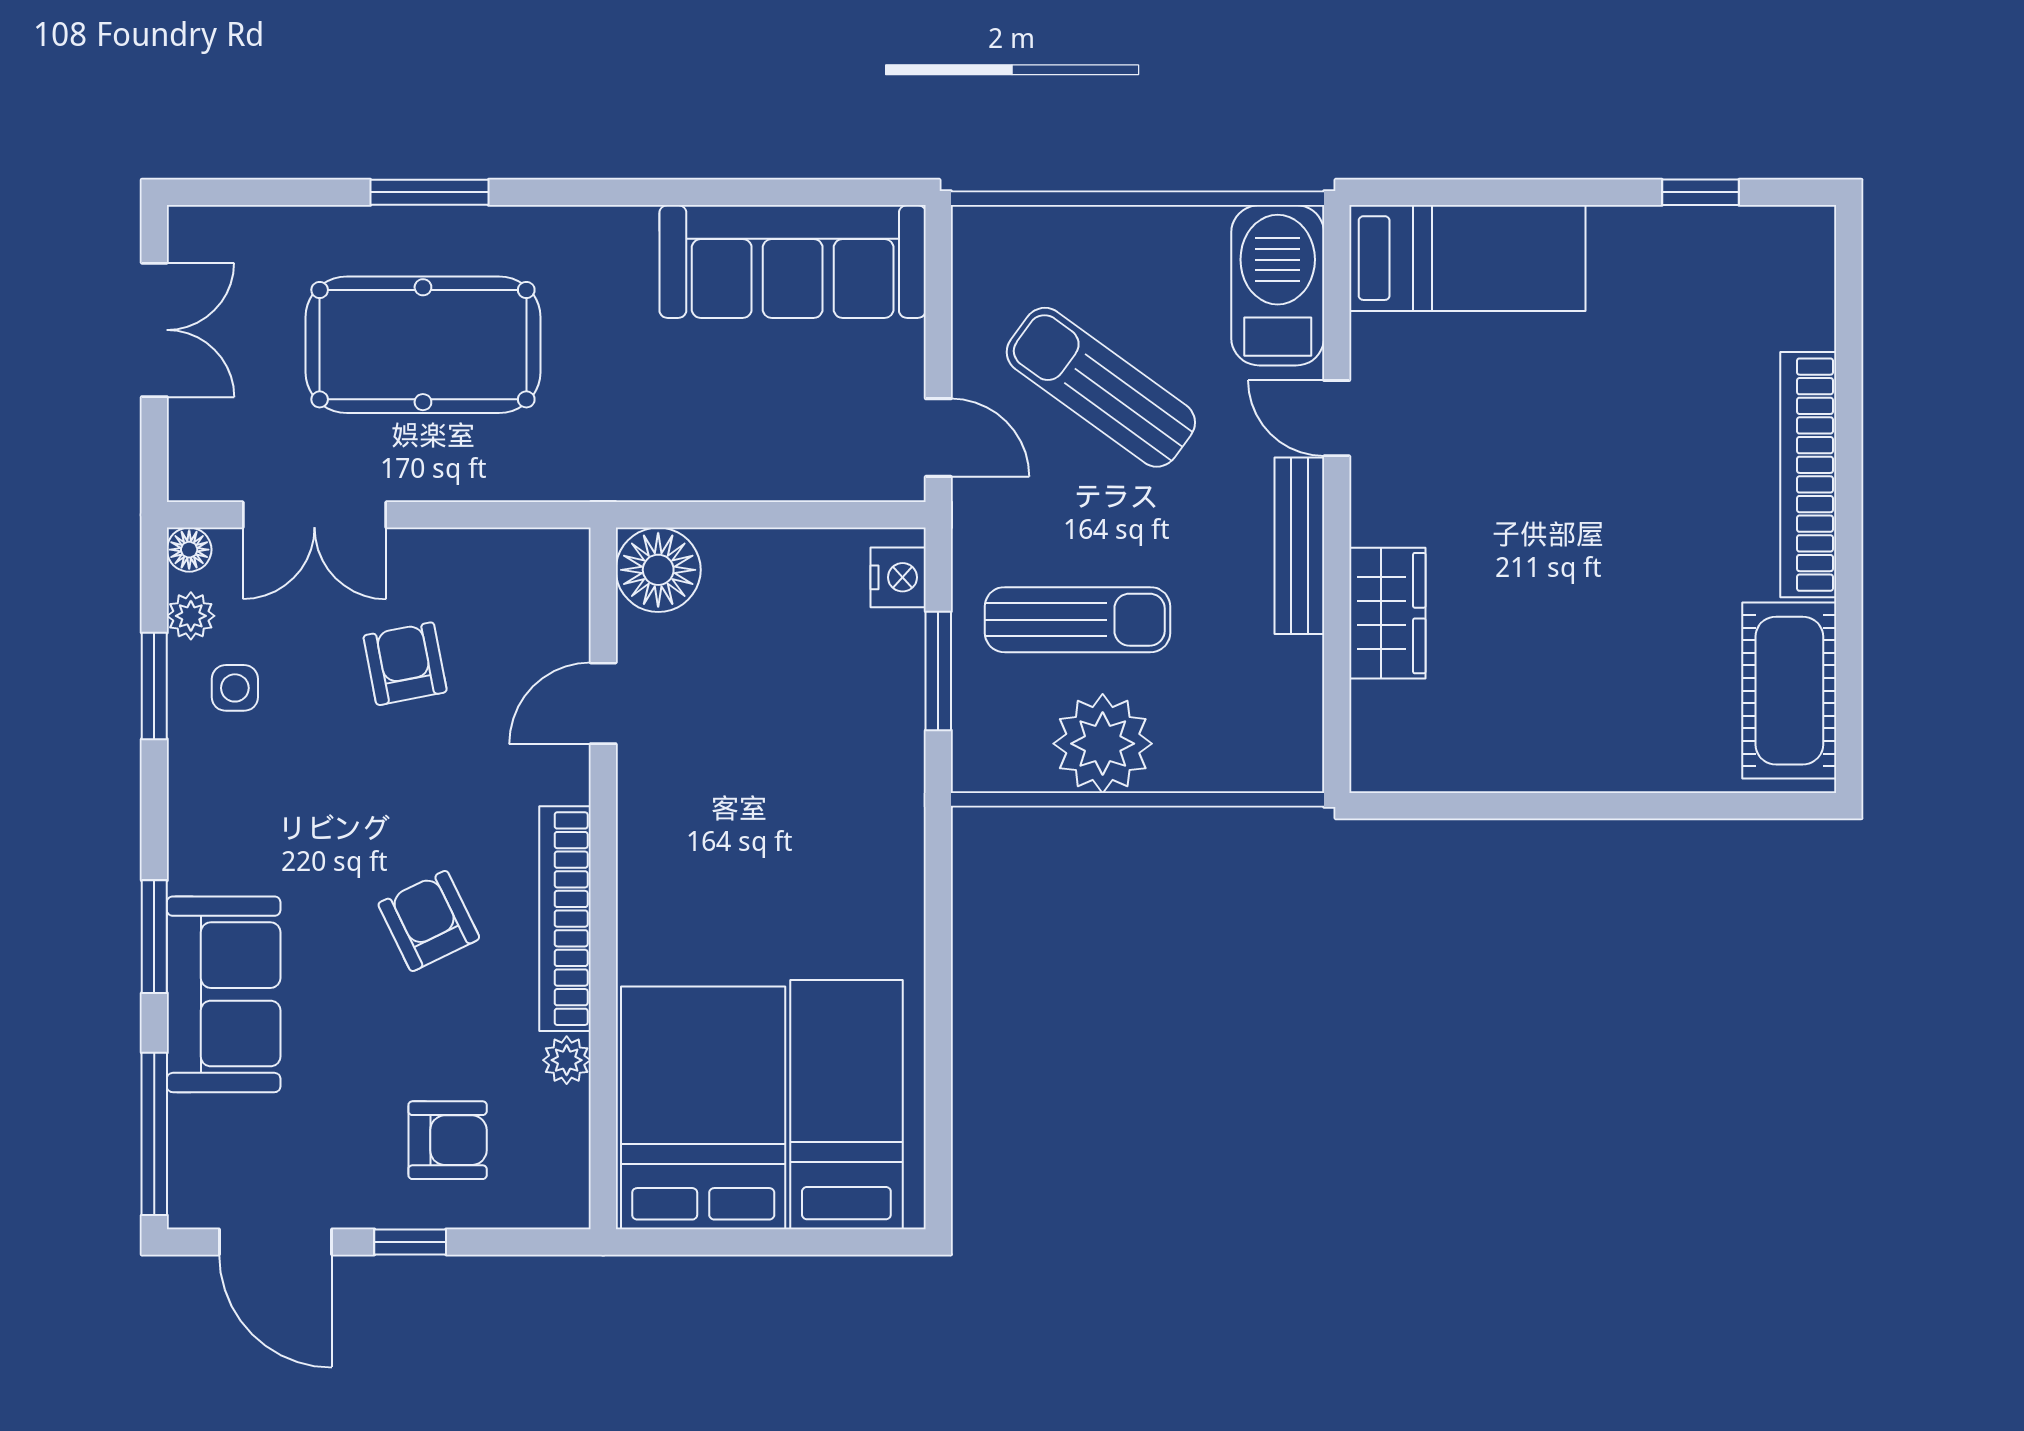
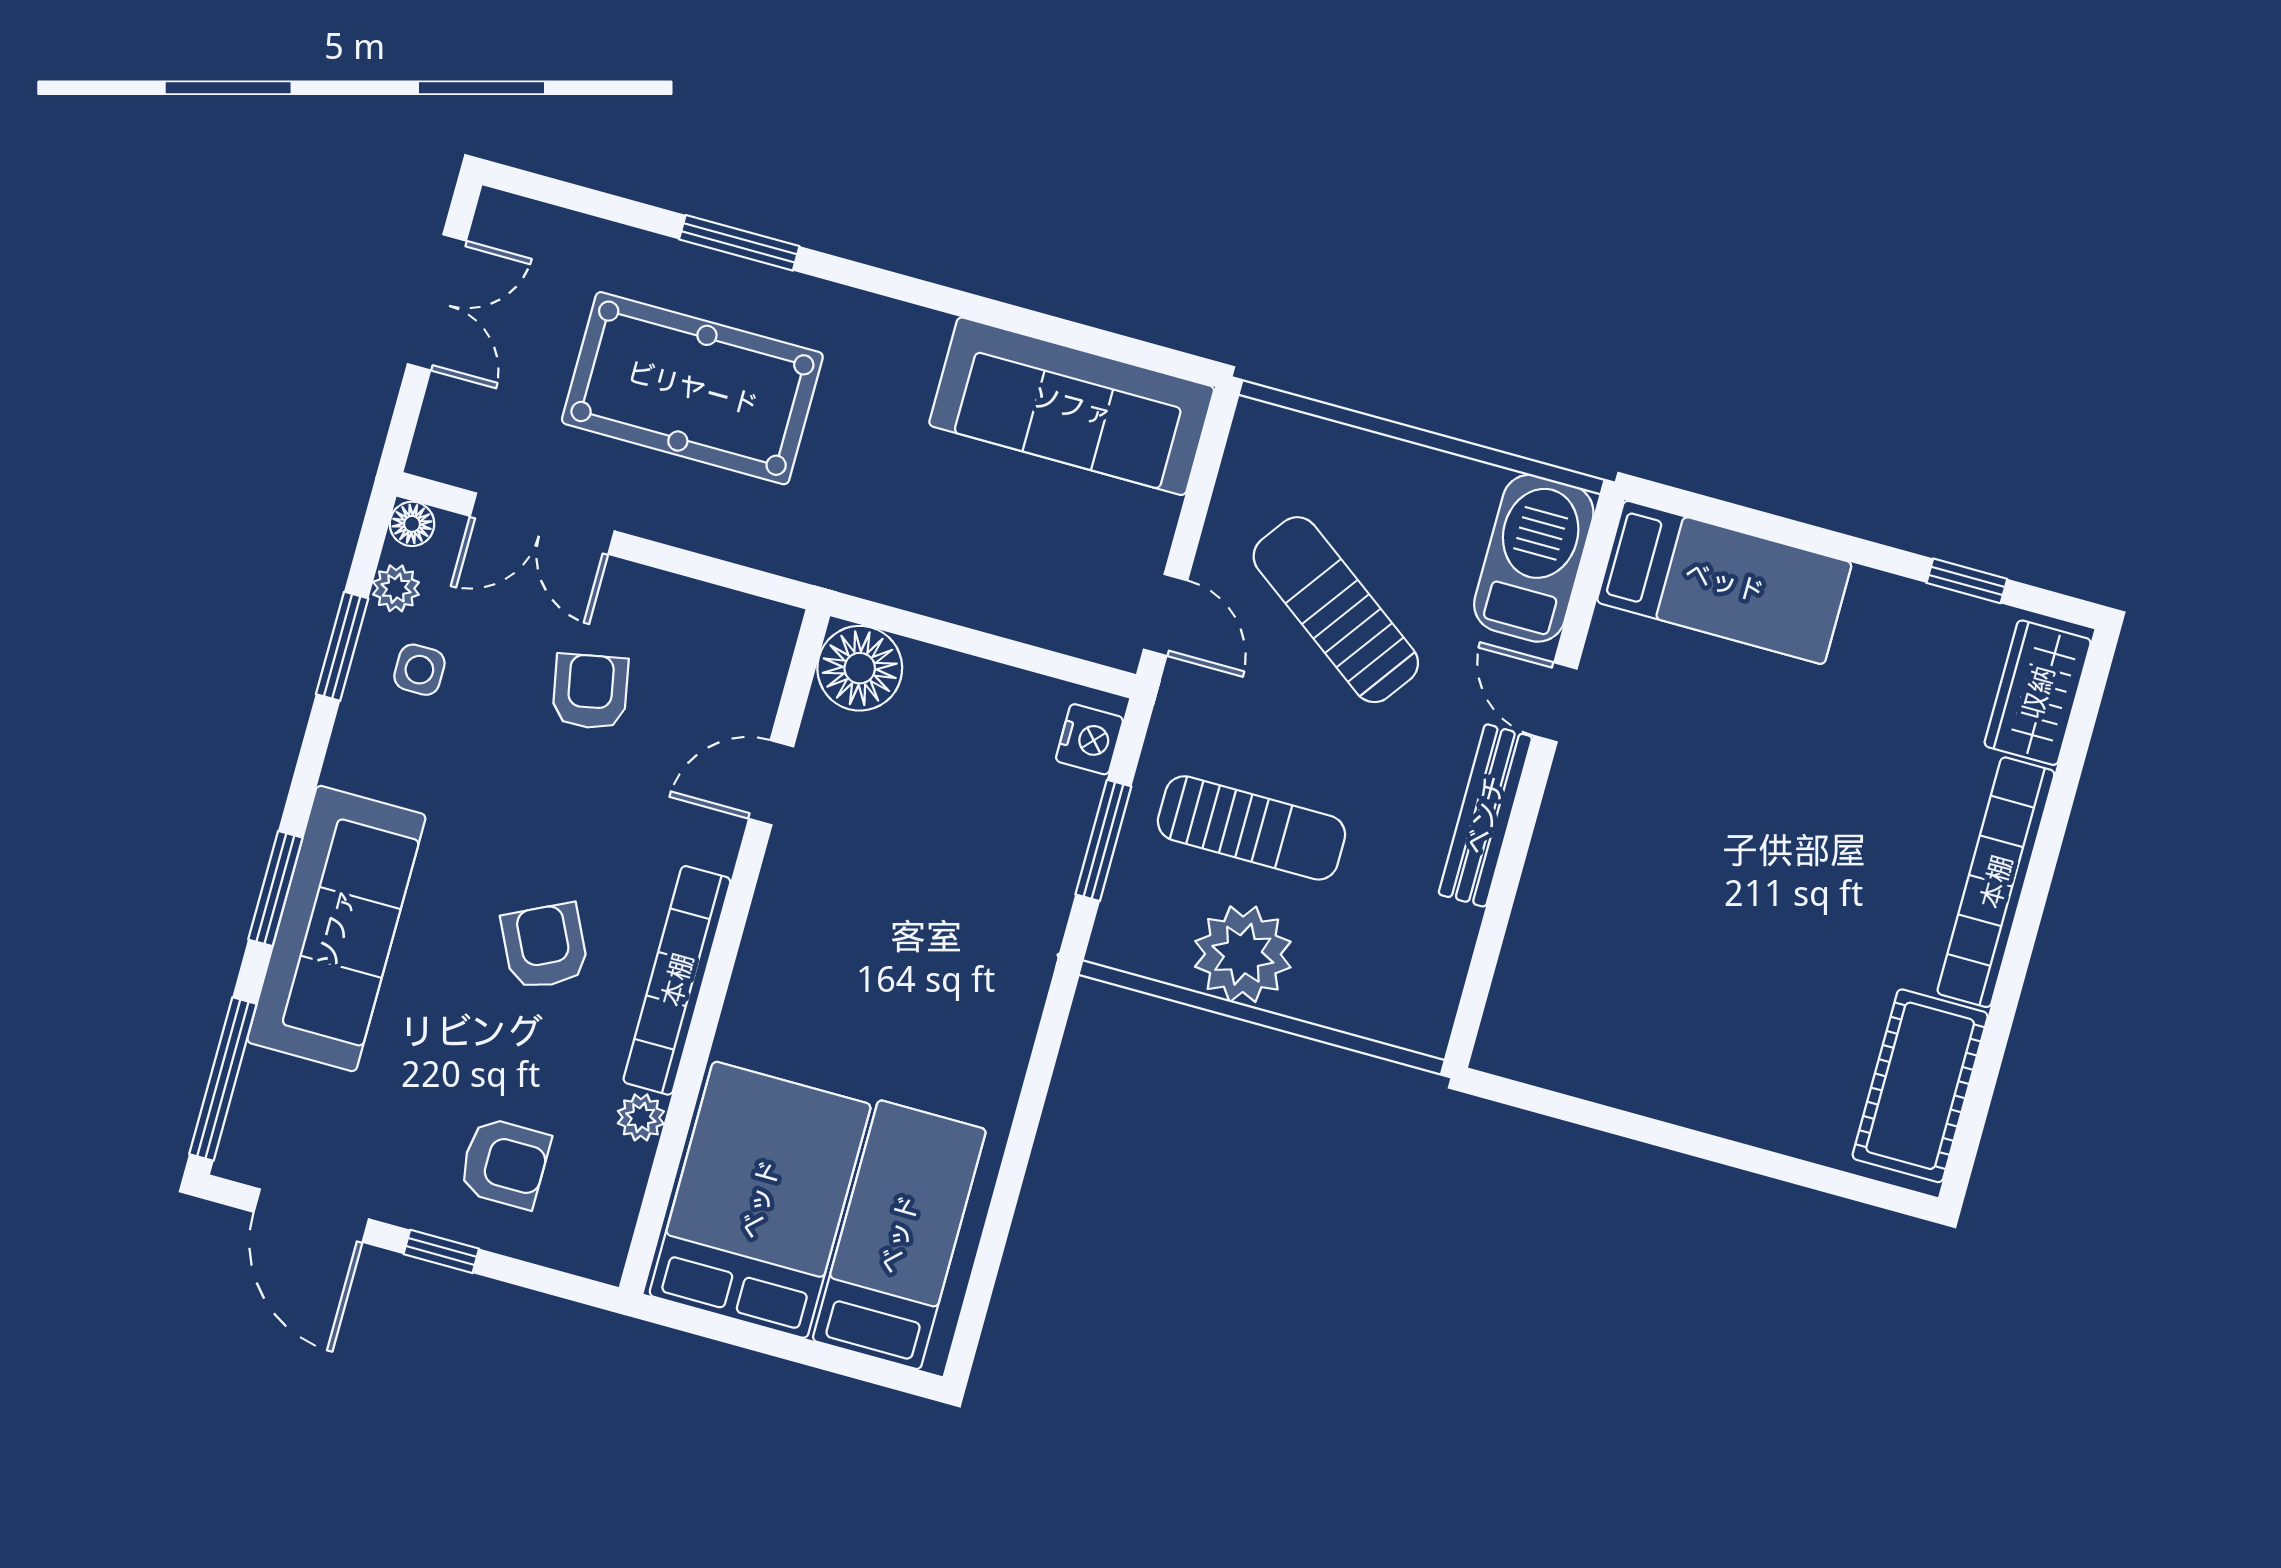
wardrobe: (1387, 613) -> (2038, 693), moved, turned 180
sofa: (224, 994) -> (336, 928), width x1.36

